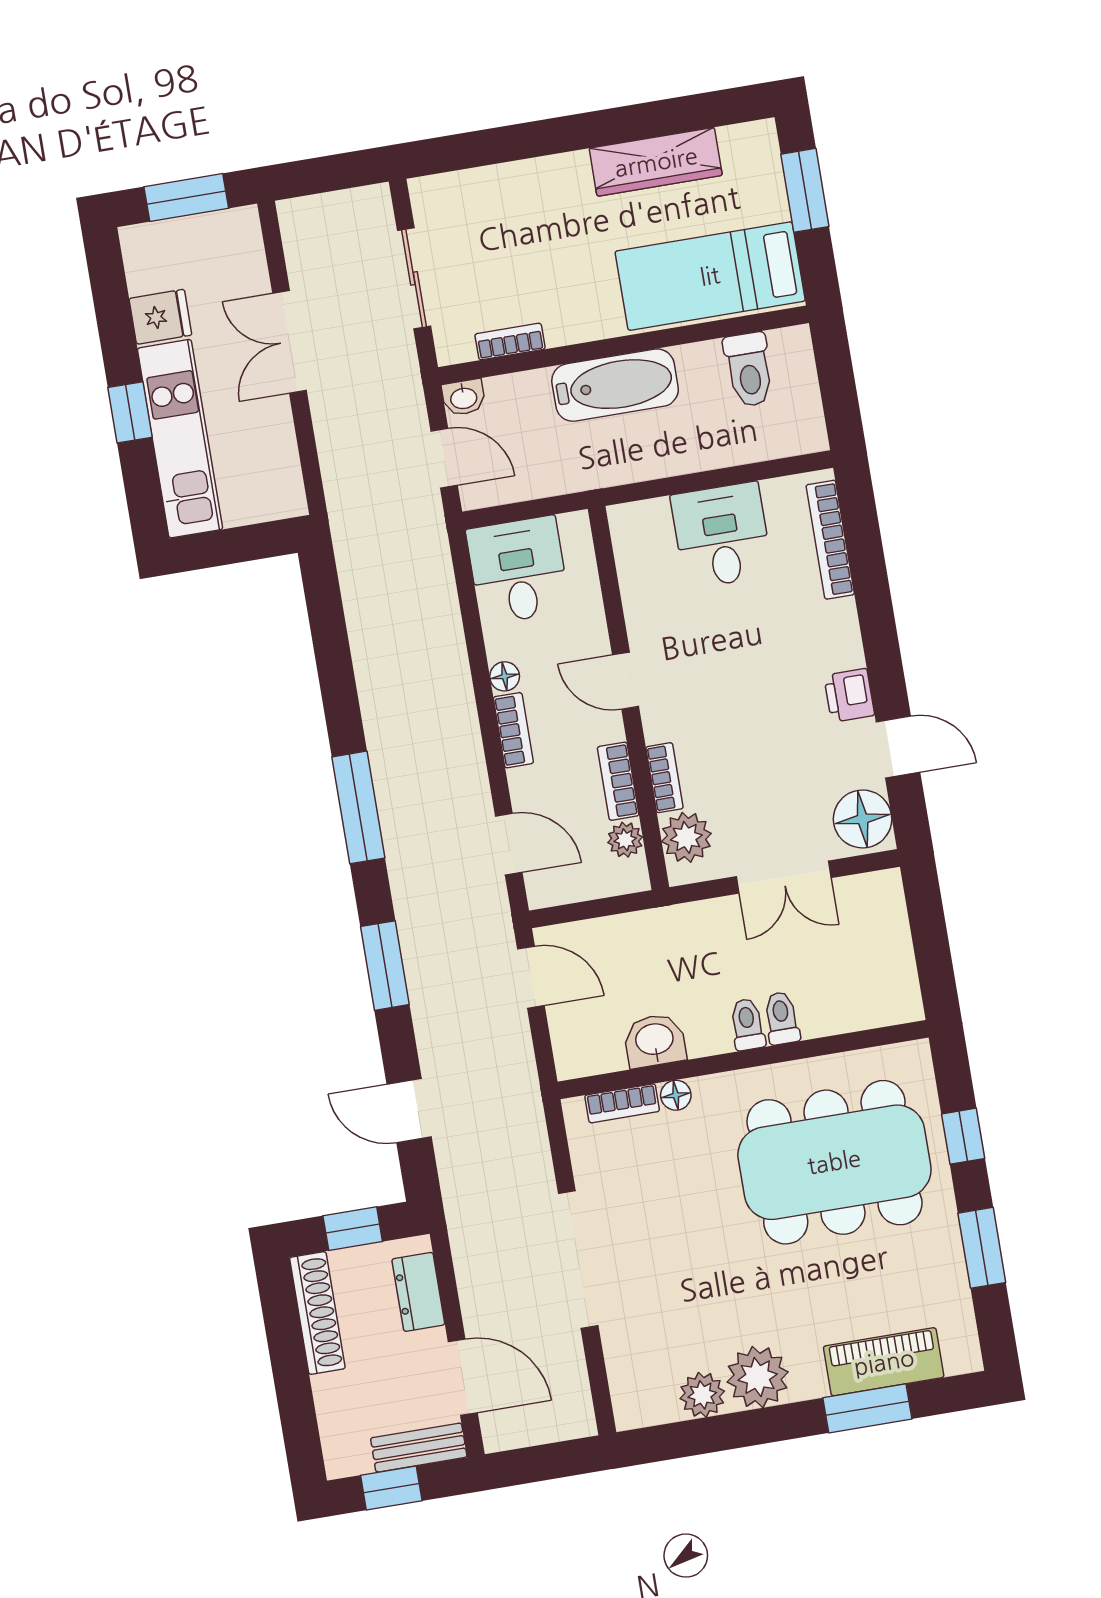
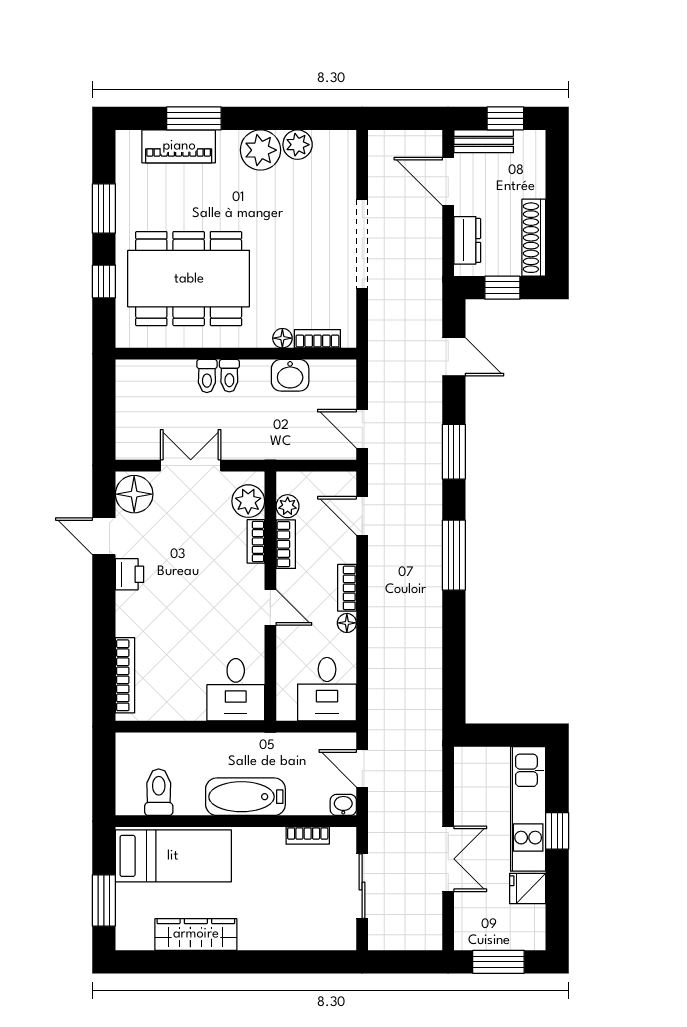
desk: (722, 535) -> (236, 690), moved

